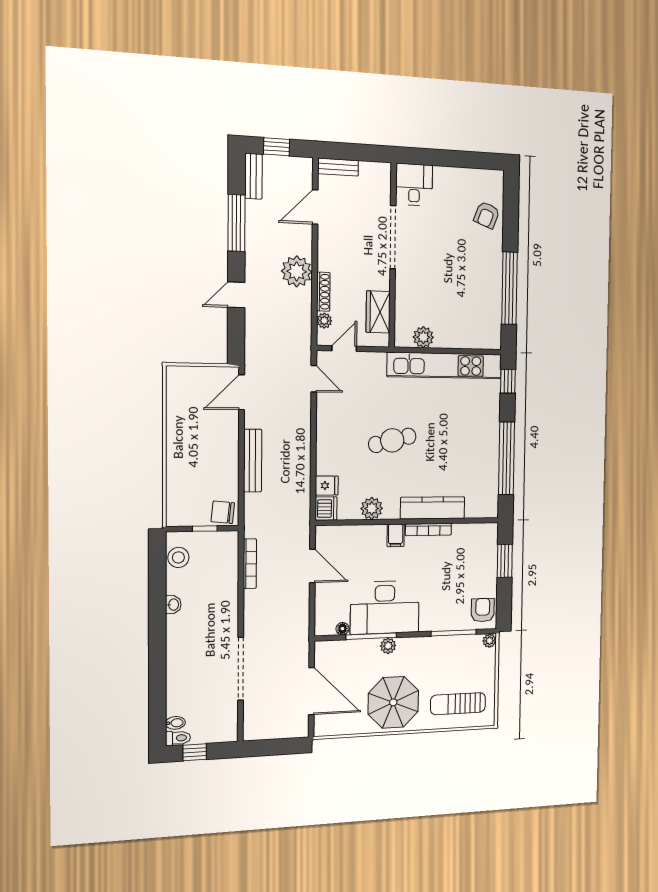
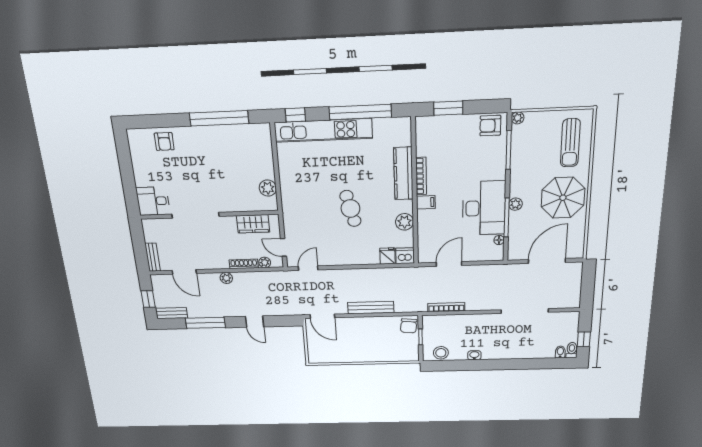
armchair: (487, 215) -> (164, 141), turned 69
plant: (297, 271) -> (226, 278), width x0.53, depth x0.53
kitchen unit: (445, 365) -> (323, 130), moved, turned 90

